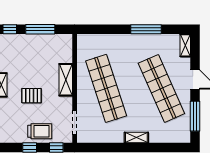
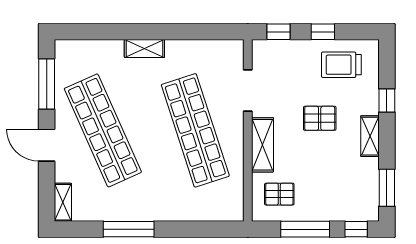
pallet: (56, 50) -> (279, 194), added
doorway: (75, 123) -> (248, 91), moved
trolley: (40, 131) -> (341, 65), moved

